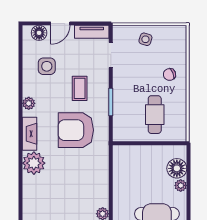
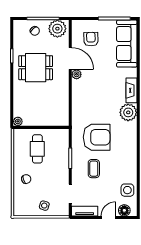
side table: (47, 66) -> (127, 190), moved
plant: (29, 103) -> (132, 157), removed
fireplace: (30, 134) -> (131, 90), moved
floor lamp: (177, 168) -> (21, 109), removed
plant: (181, 185) -> (18, 121), moved

